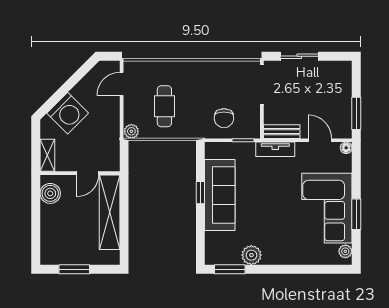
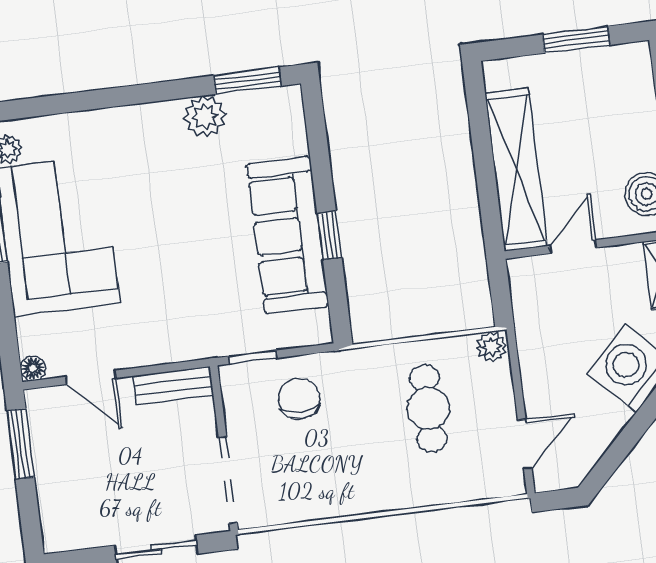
tv unit: (275, 149) -> (182, 346), removed

